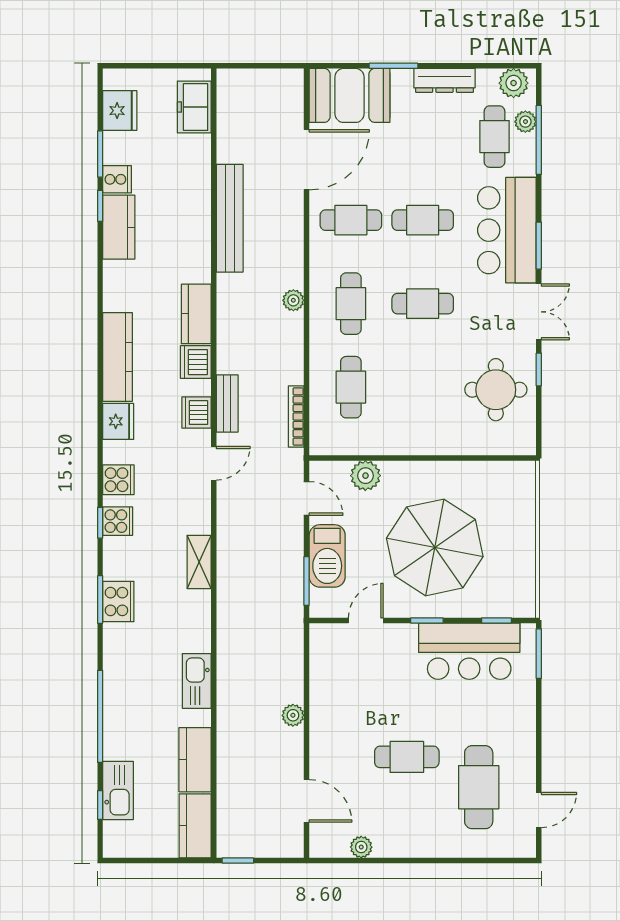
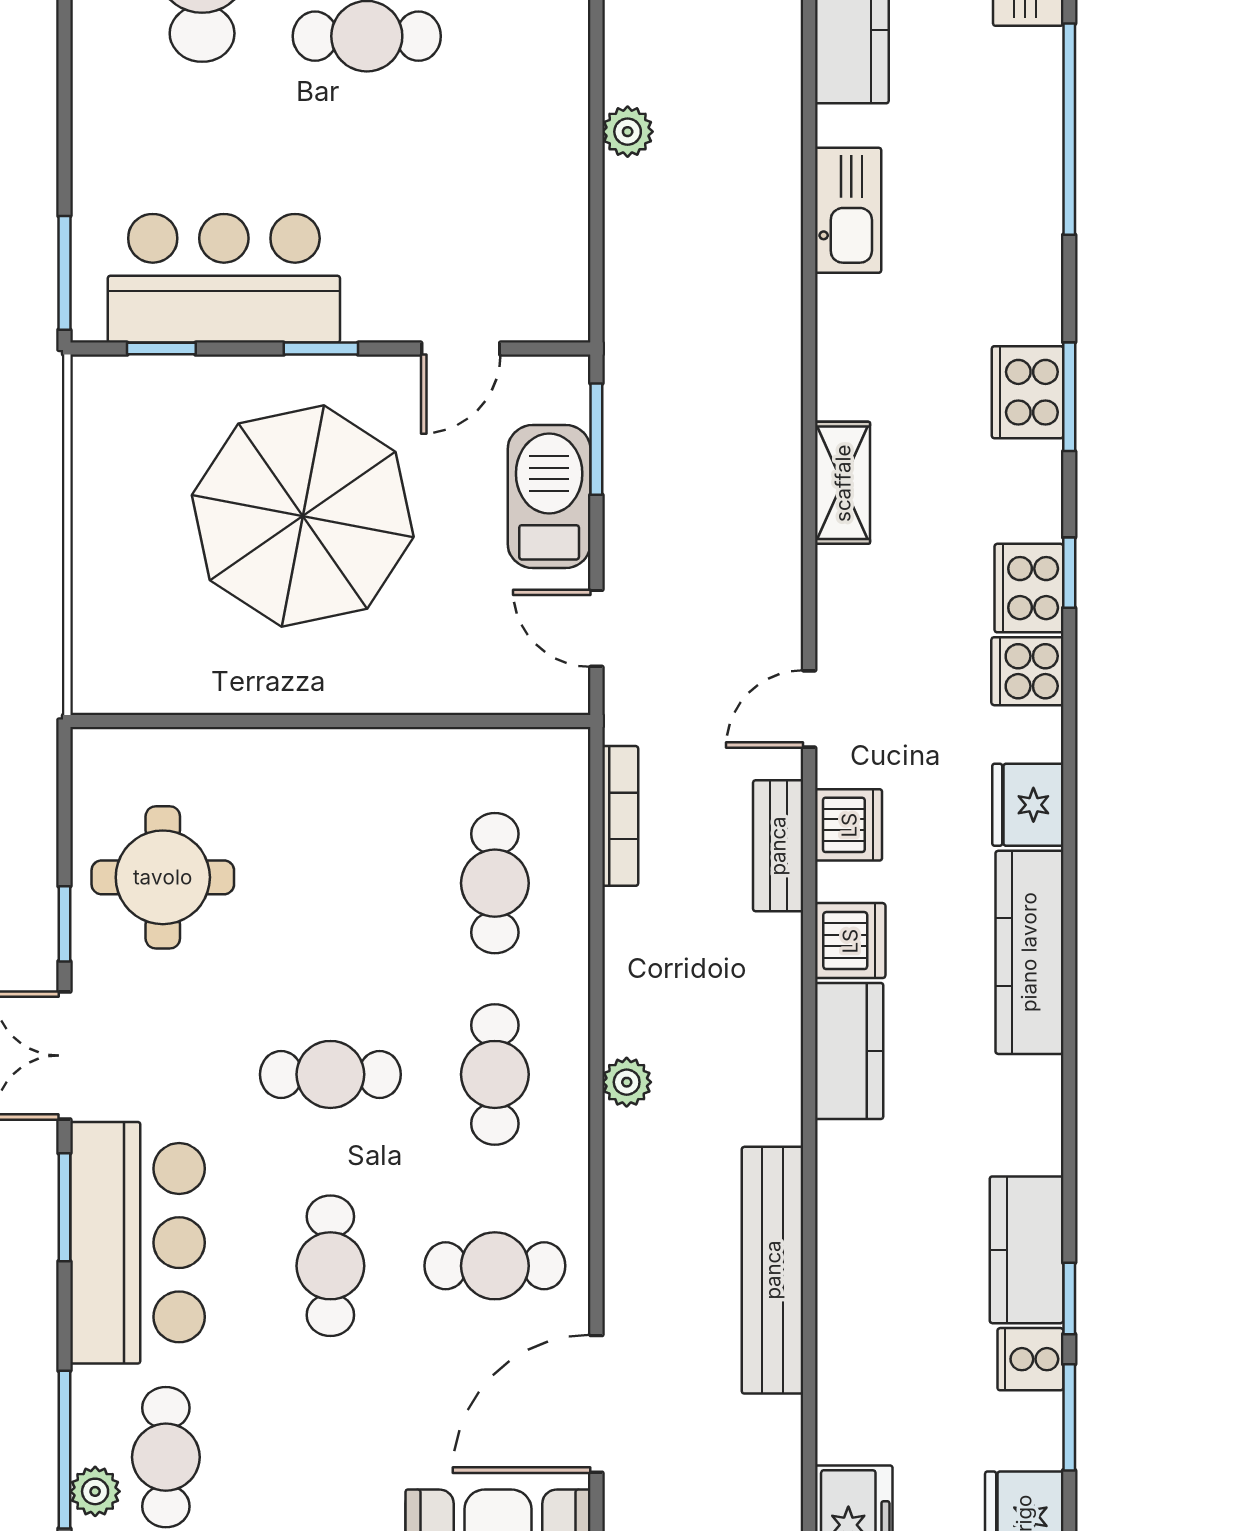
cafe table: (423, 220) -> (330, 1266), turned 90
plant: (365, 476) -> (461, 681), removed
cooker: (118, 521) -> (1029, 588), width x1.36

